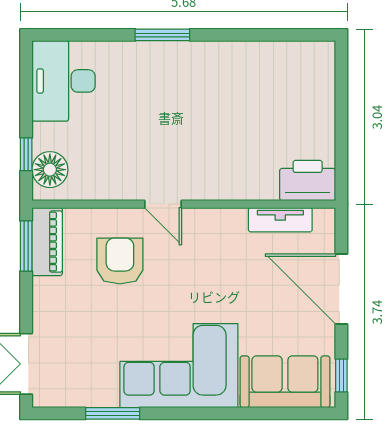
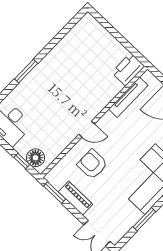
tv unit: (280, 220) -> (128, 97), width x1.41
piano: (47, 242) -> (75, 198), moved

